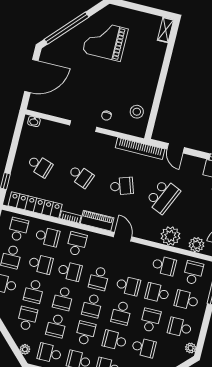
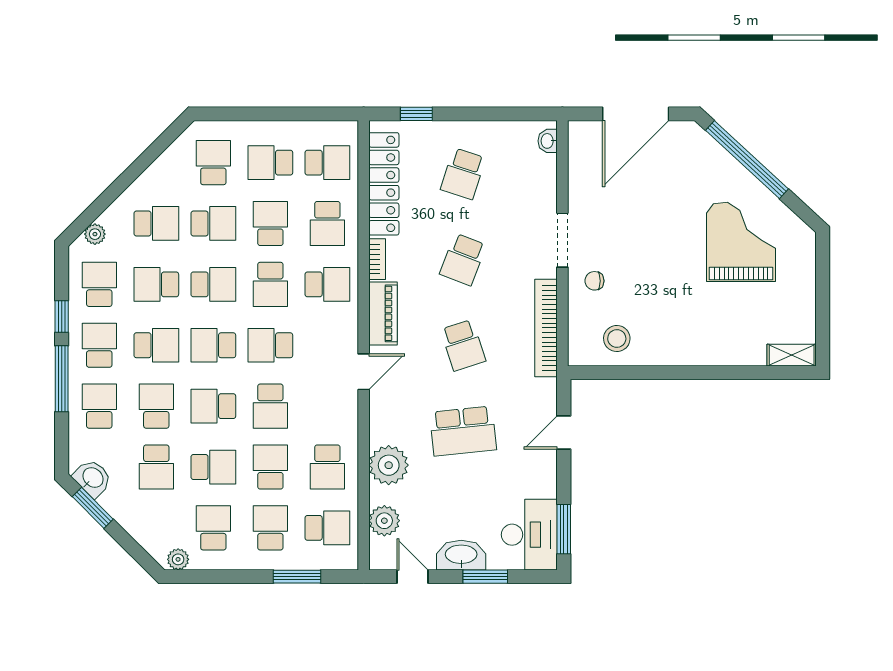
door: (31, 76) -> (636, 114), hinge flipped
bookcase: (140, 148) -> (546, 328), moved
school desk: (163, 196) -> (463, 431), turned -30
school desk: (41, 264) -> (270, 223), turned 180
school desk: (34, 291) -> (213, 223), turned 180
school desk: (63, 299) -> (213, 284), turned 180

